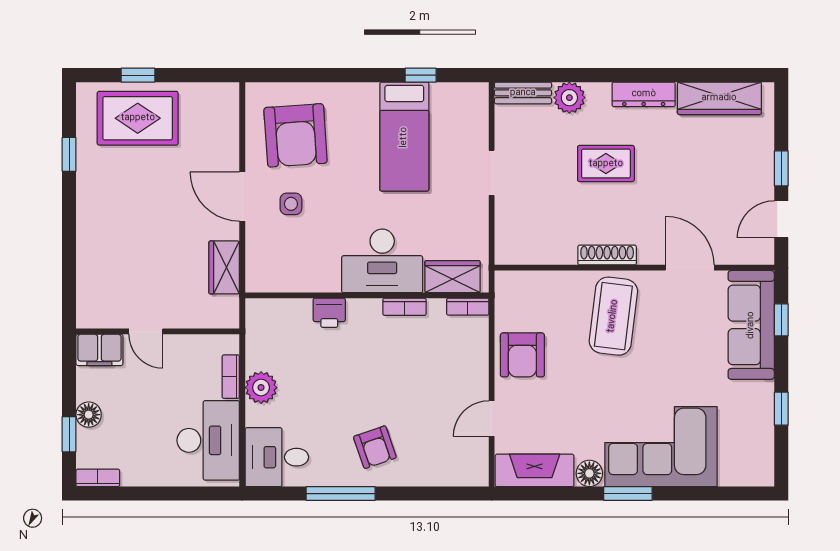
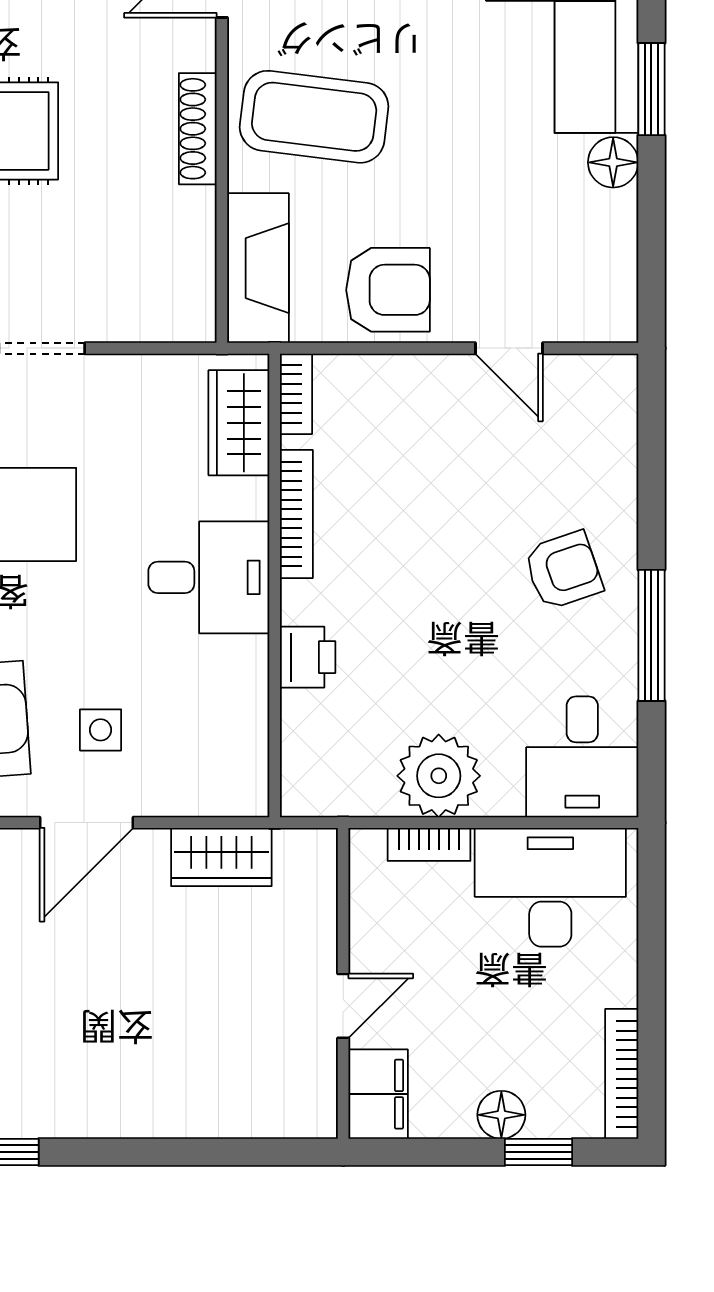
desk: (382, 261) -> (209, 577), width x0.73
bookcase: (405, 307) -> (296, 514), width x1.56
plant: (261, 388) -> (439, 776), width x1.36, depth x1.36
fireplace: (535, 470) -> (258, 268), moved, turned 180
bookcase: (98, 478) -> (622, 1074), width x1.56

